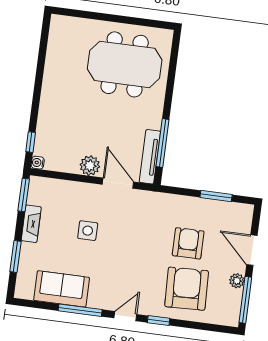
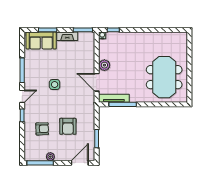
door: (118, 183) -> (97, 82), swing flipped
side table: (88, 231) -> (55, 85), moved
armchair: (188, 243) -> (68, 126), turned 90
door: (252, 250) -> (80, 163), moved
sofa: (62, 289) -> (41, 41), moved, turned 90
armchair: (187, 289) -> (42, 129), width x0.53, depth x0.53
door: (125, 316) -> (22, 96), hinge flipped

